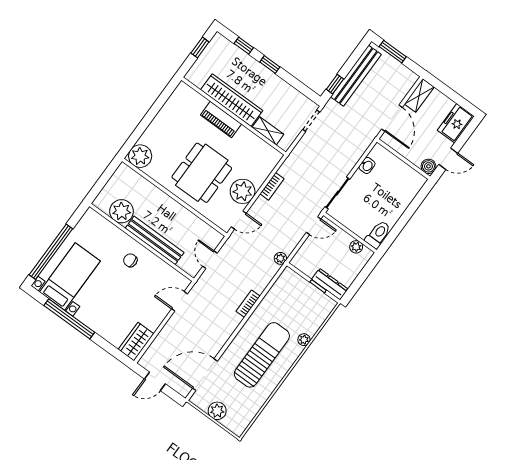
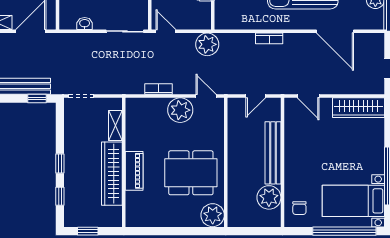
dining table: (202, 173) -> (191, 173), moved
plant: (280, 258) -> (207, 44), width x1.88, depth x1.88
chair: (130, 260) -> (299, 208), moved
wardrobe: (136, 342) -> (359, 108), width x1.50
door: (205, 375) -> (335, 31), moved

